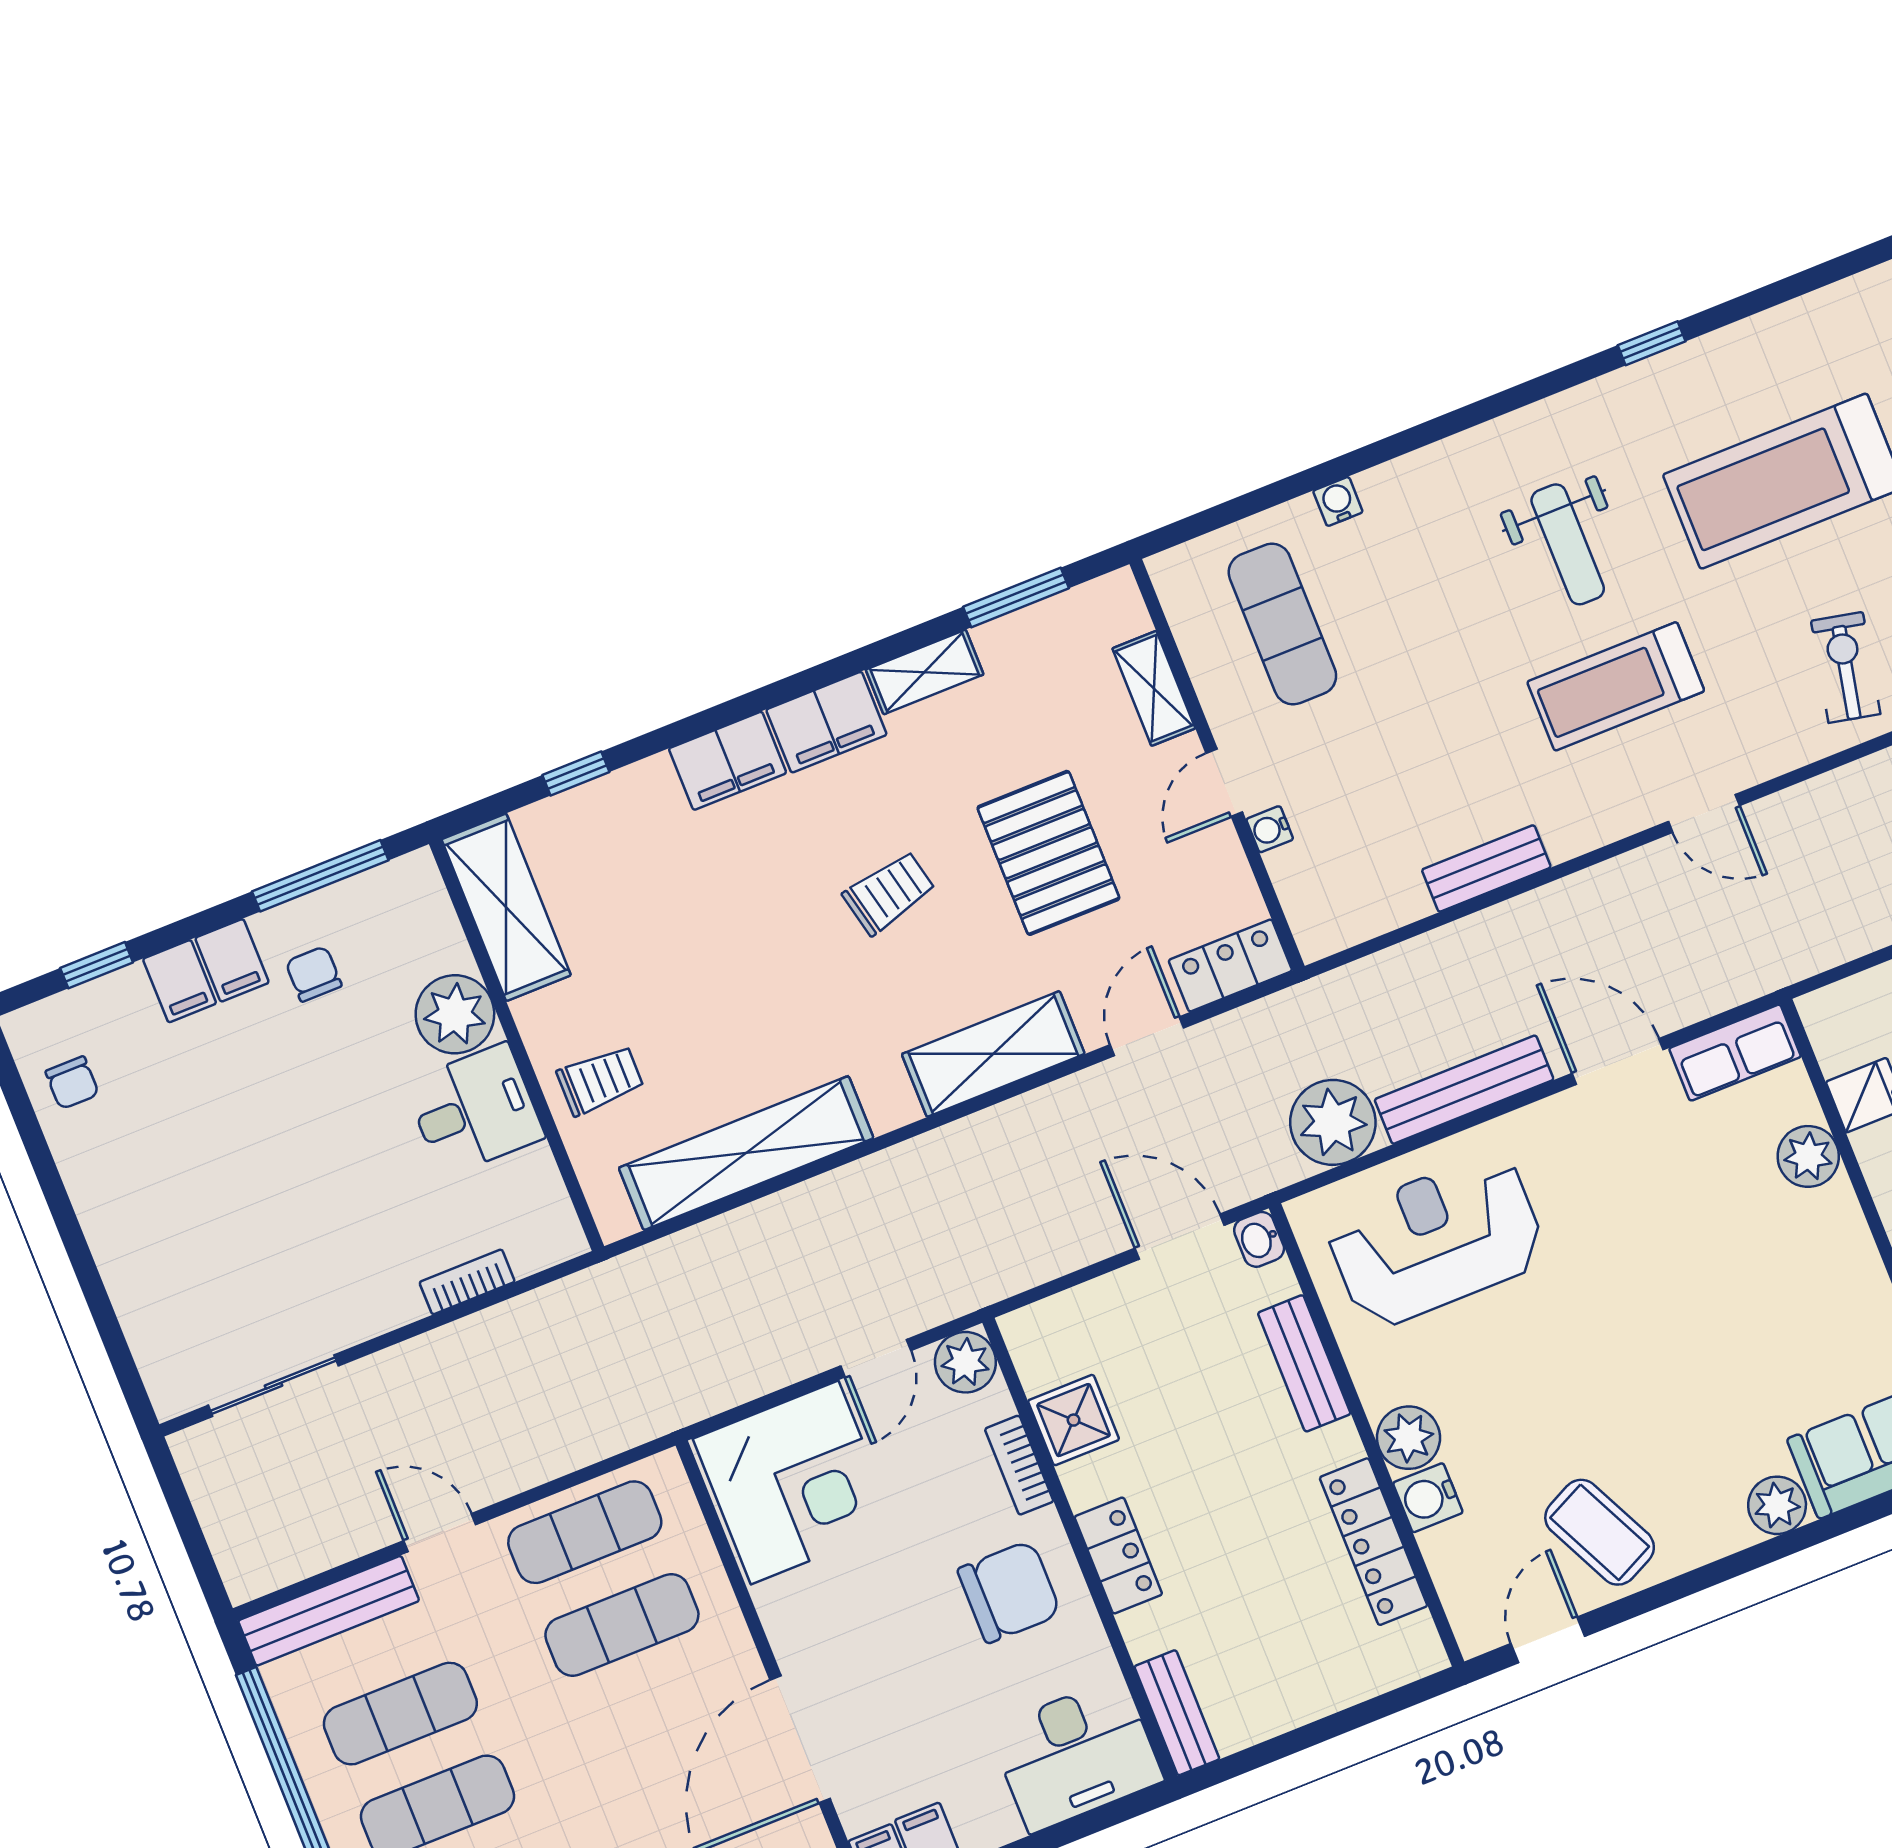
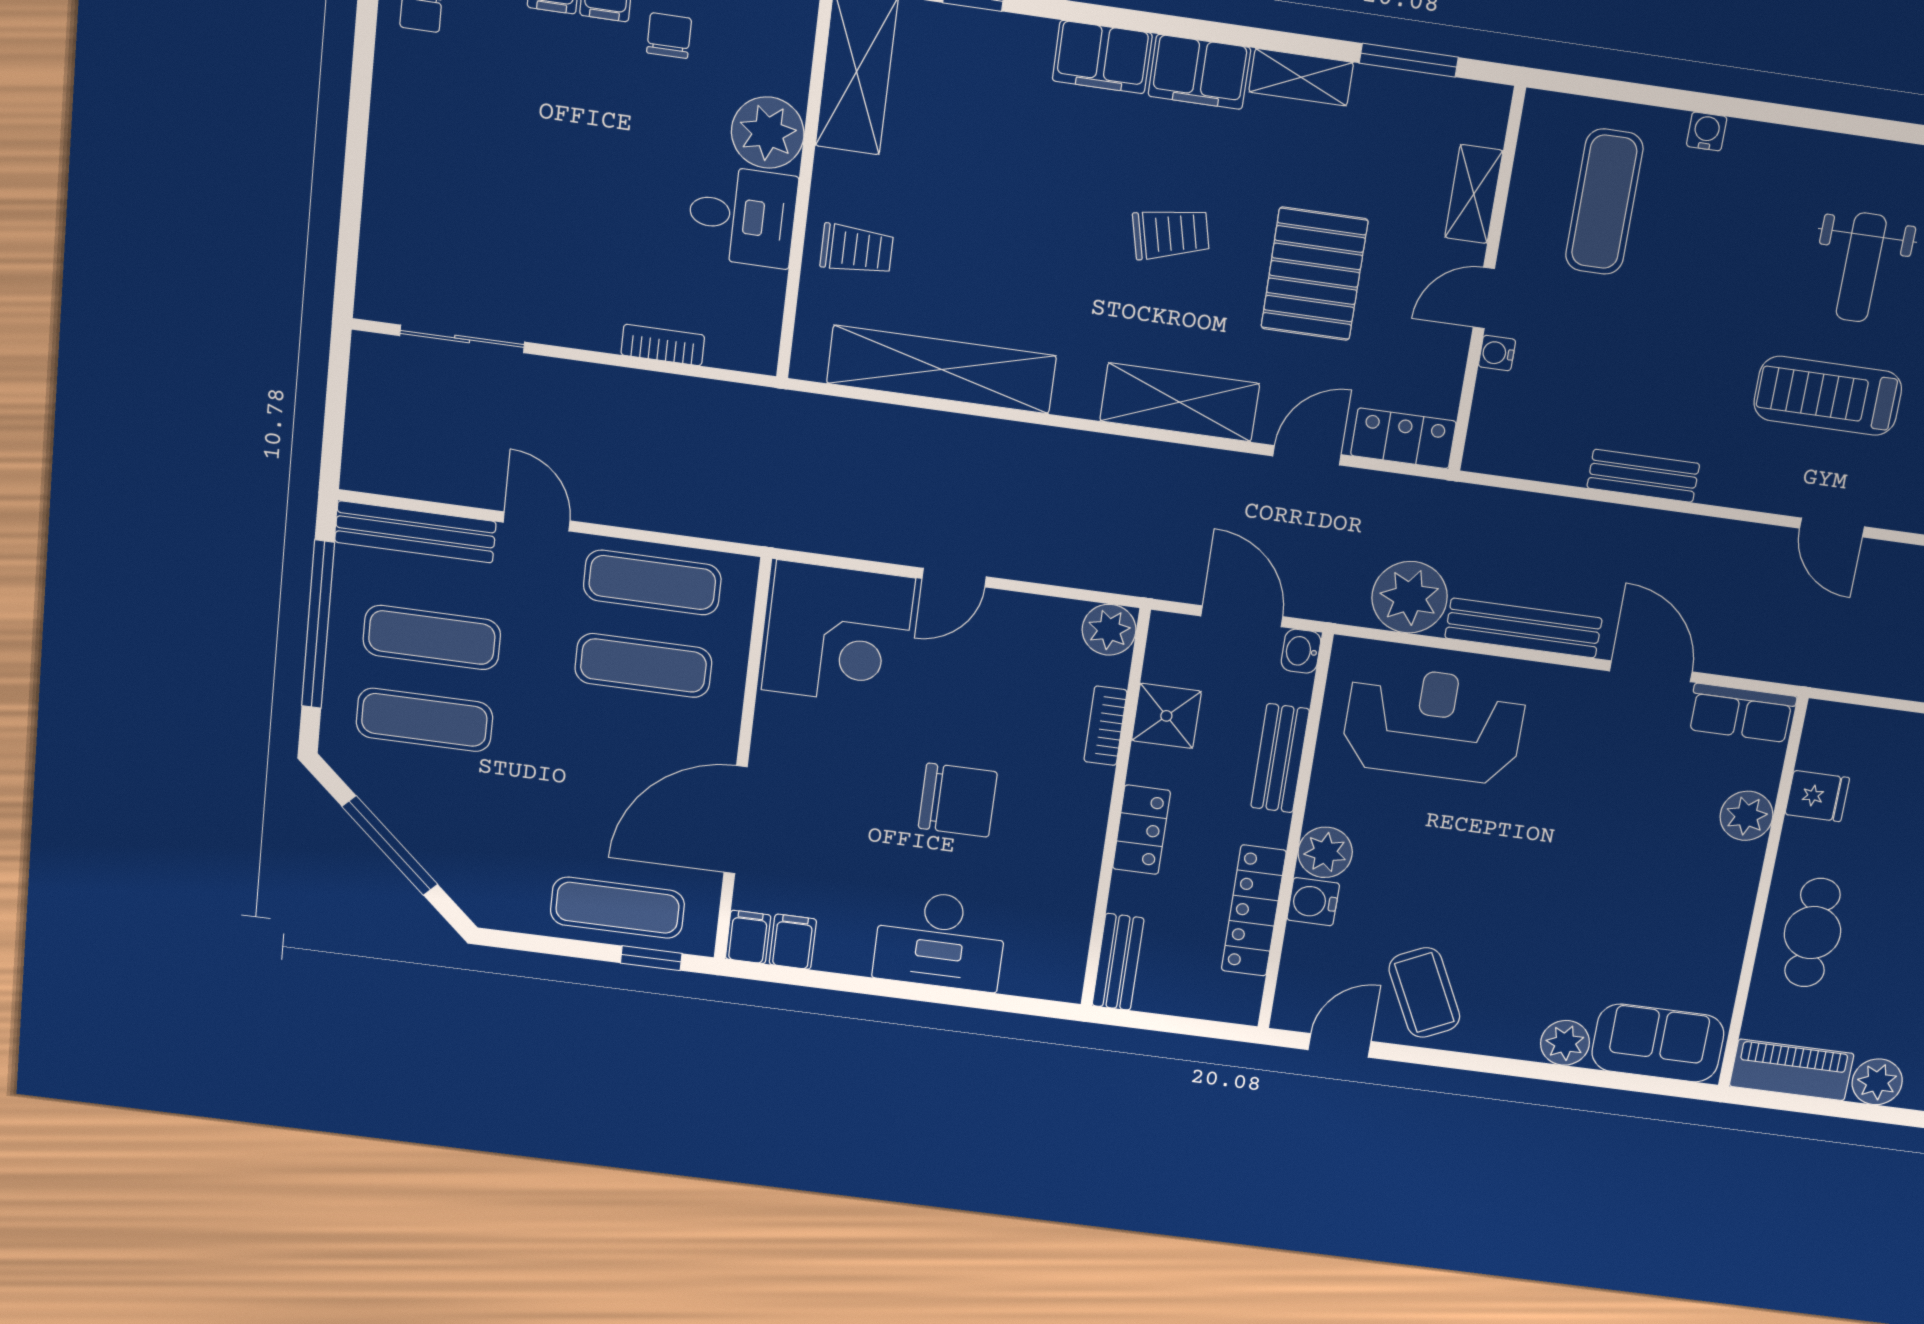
plant: (965, 1362) -> (1109, 630), moved
shower: (1074, 1420) -> (1166, 716), moved
bookcase: (1019, 1465) -> (1105, 726), moved
wall: (1080, 1549) -> (1115, 810), moved
locker: (1118, 1555) -> (1141, 830), moved
bench: (1177, 1713) -> (1118, 962), moved

